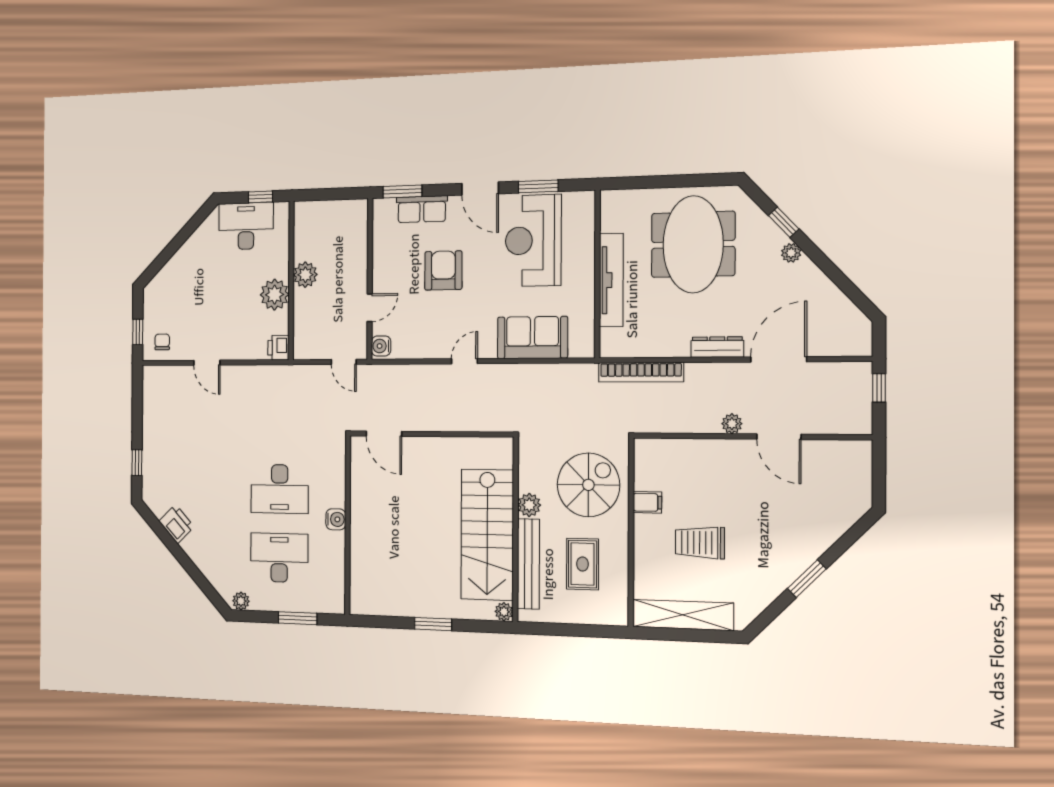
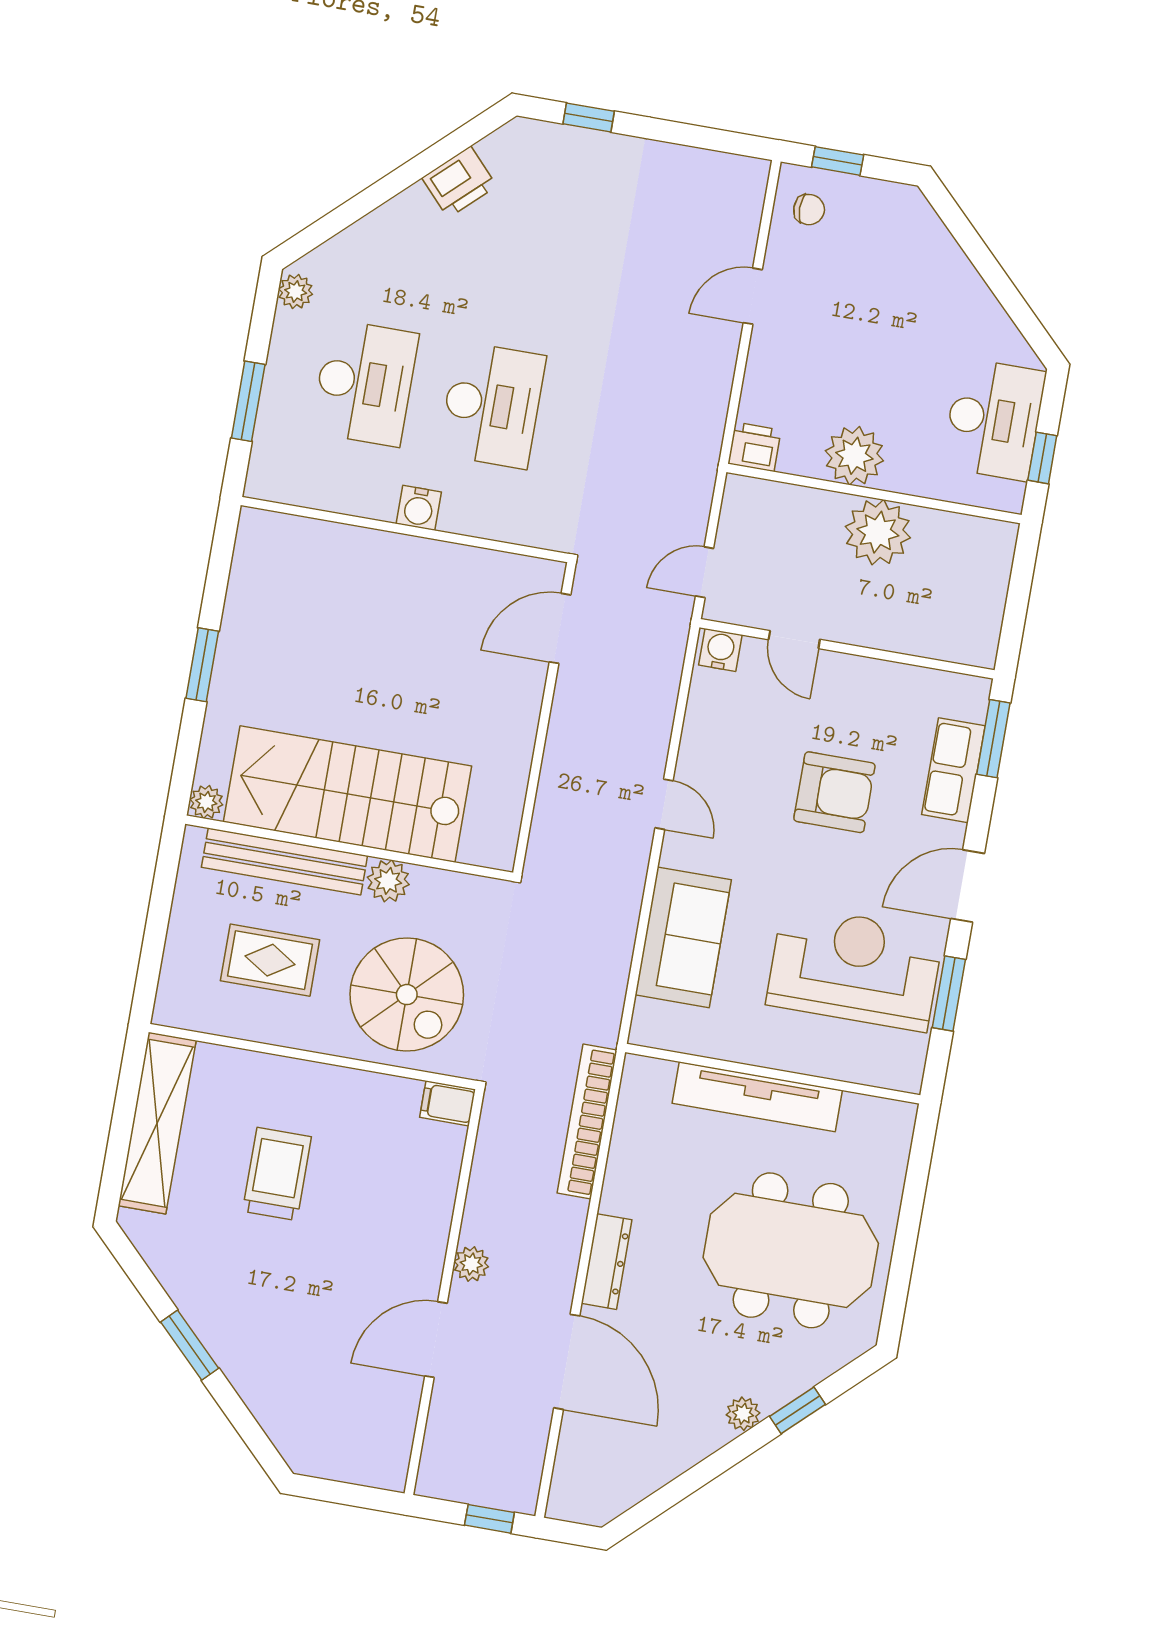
plant: (305, 275) -> (878, 532), width x1.36, depth x1.36
desk: (280, 489) -> (492, 405), turned 180
filing cabinet: (647, 502) -> (448, 1103), moved, turned 90

